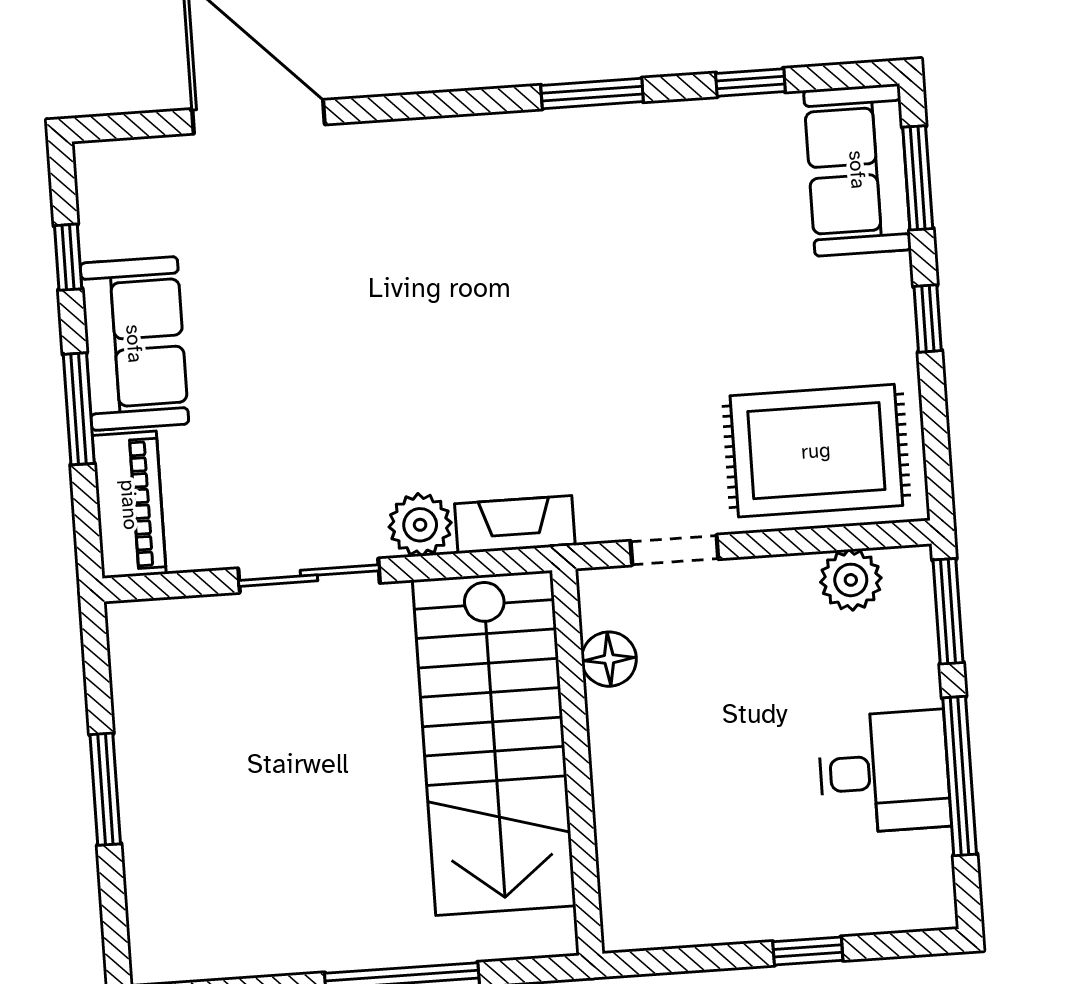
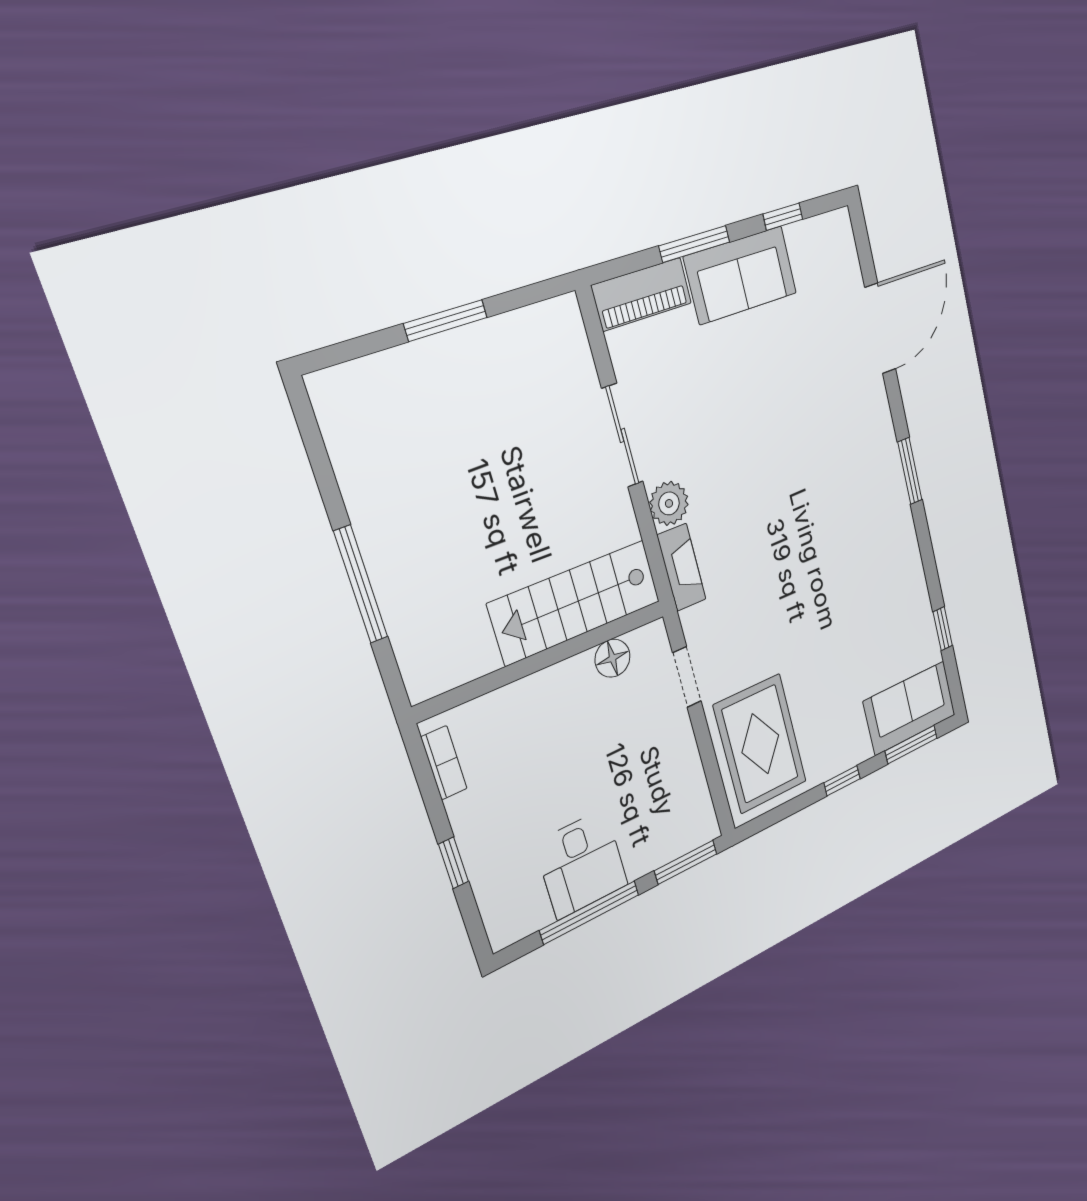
window: (592, 93) -> (910, 471), moved
plant: (851, 580) -> (692, 795), removed
stairs: (494, 743) -> (575, 602), width x0.73, depth x0.66
bookcase: (668, 930) -> (444, 763), added

